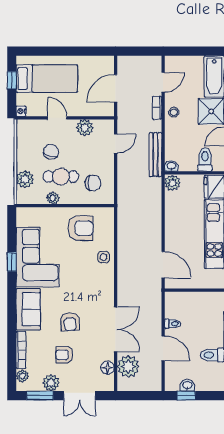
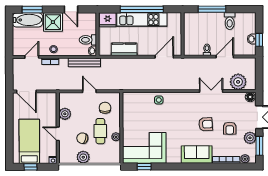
door: (163, 82) -> (32, 57), hinge flipped
door: (116, 88) -> (26, 91), moved
door: (57, 118) -> (58, 134), hinge flipped
door: (116, 143) -> (89, 91), moved
toilet: (205, 160) -> (88, 40), moved
plant: (25, 179) -> (83, 157), moved
plant: (172, 183) -> (105, 50), removed
kitchen counter: (173, 209) -> (124, 49), added
armchair: (81, 228) -> (138, 117), removed
corner sofa: (38, 257) -> (144, 148), moved
window: (12, 262) -> (144, 167), moved
double door: (116, 329) -> (211, 91), width x0.73
floor lamp: (107, 368) -> (250, 97), moved

